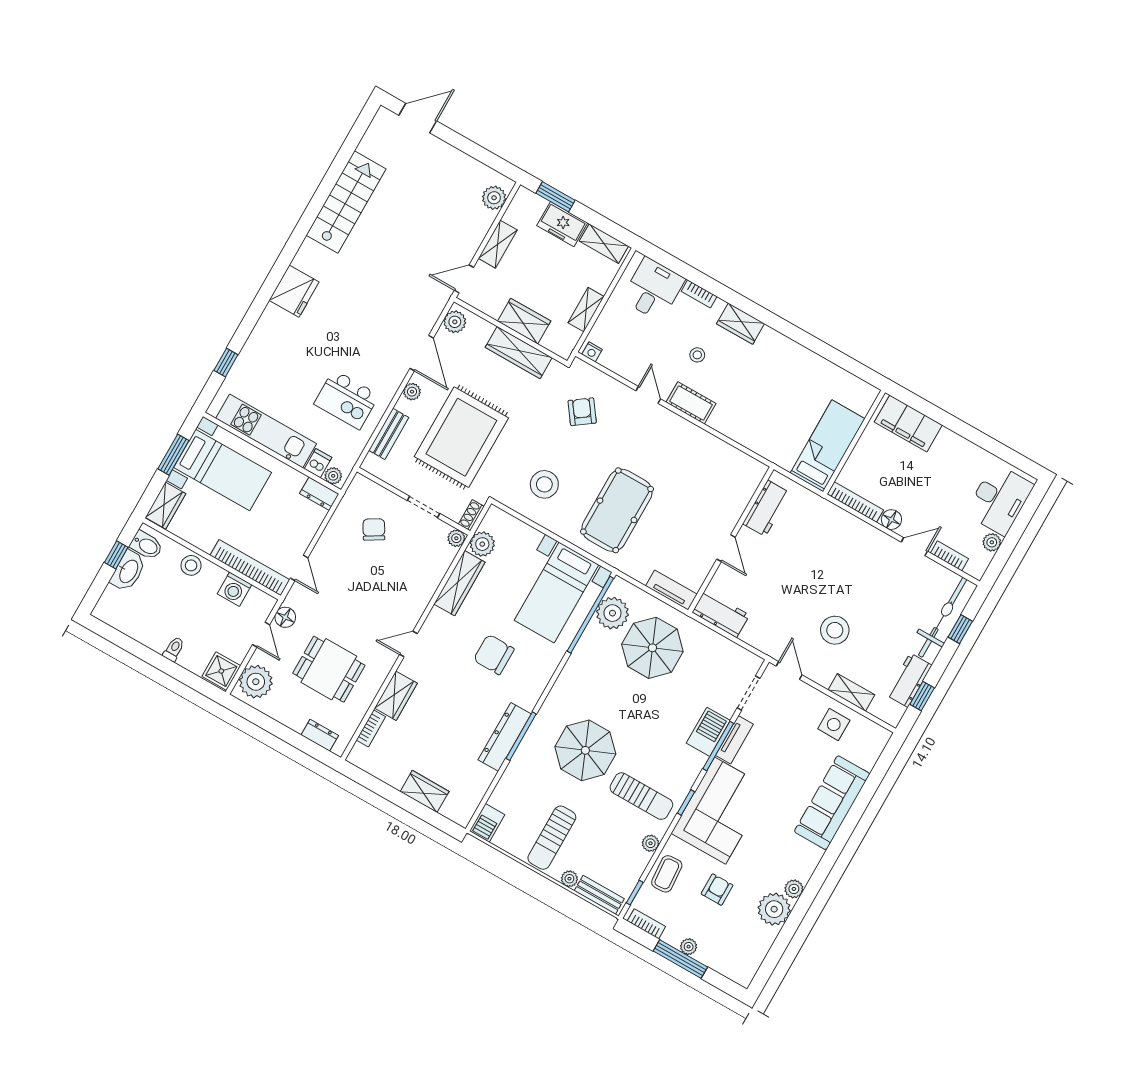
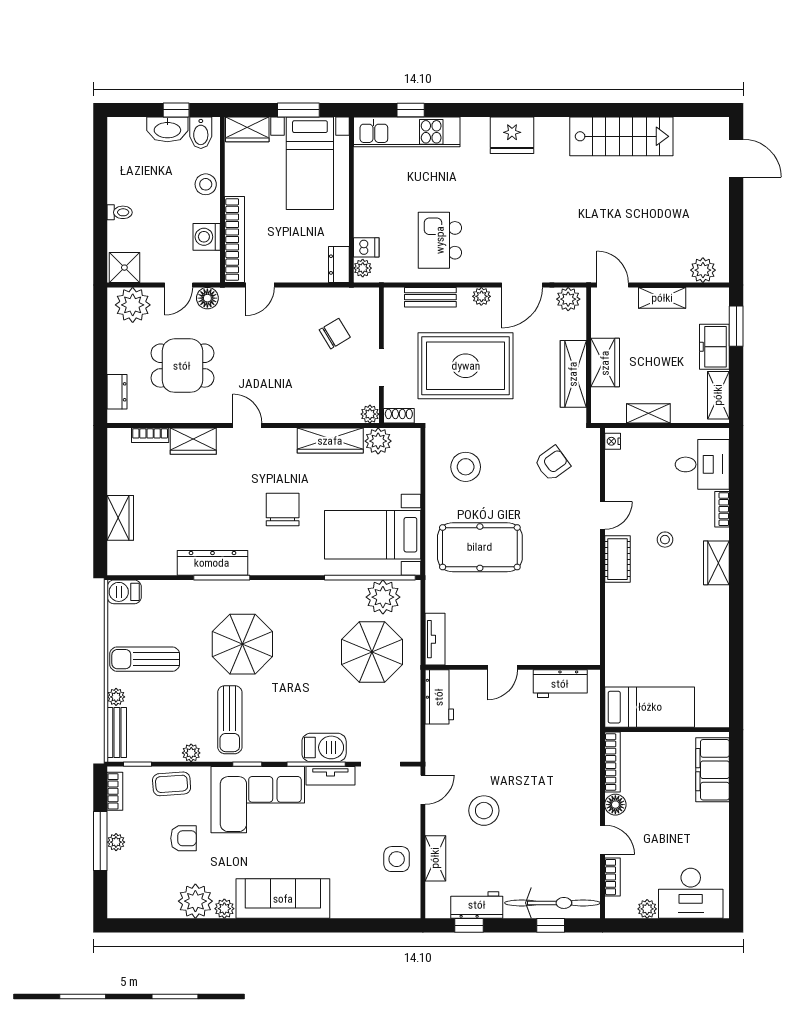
kitchen unit: (266, 431) -> (407, 132), moved, turned 90
dining table: (329, 669) -> (182, 366), turned 90
sofa: (832, 803) -> (283, 899), moved

